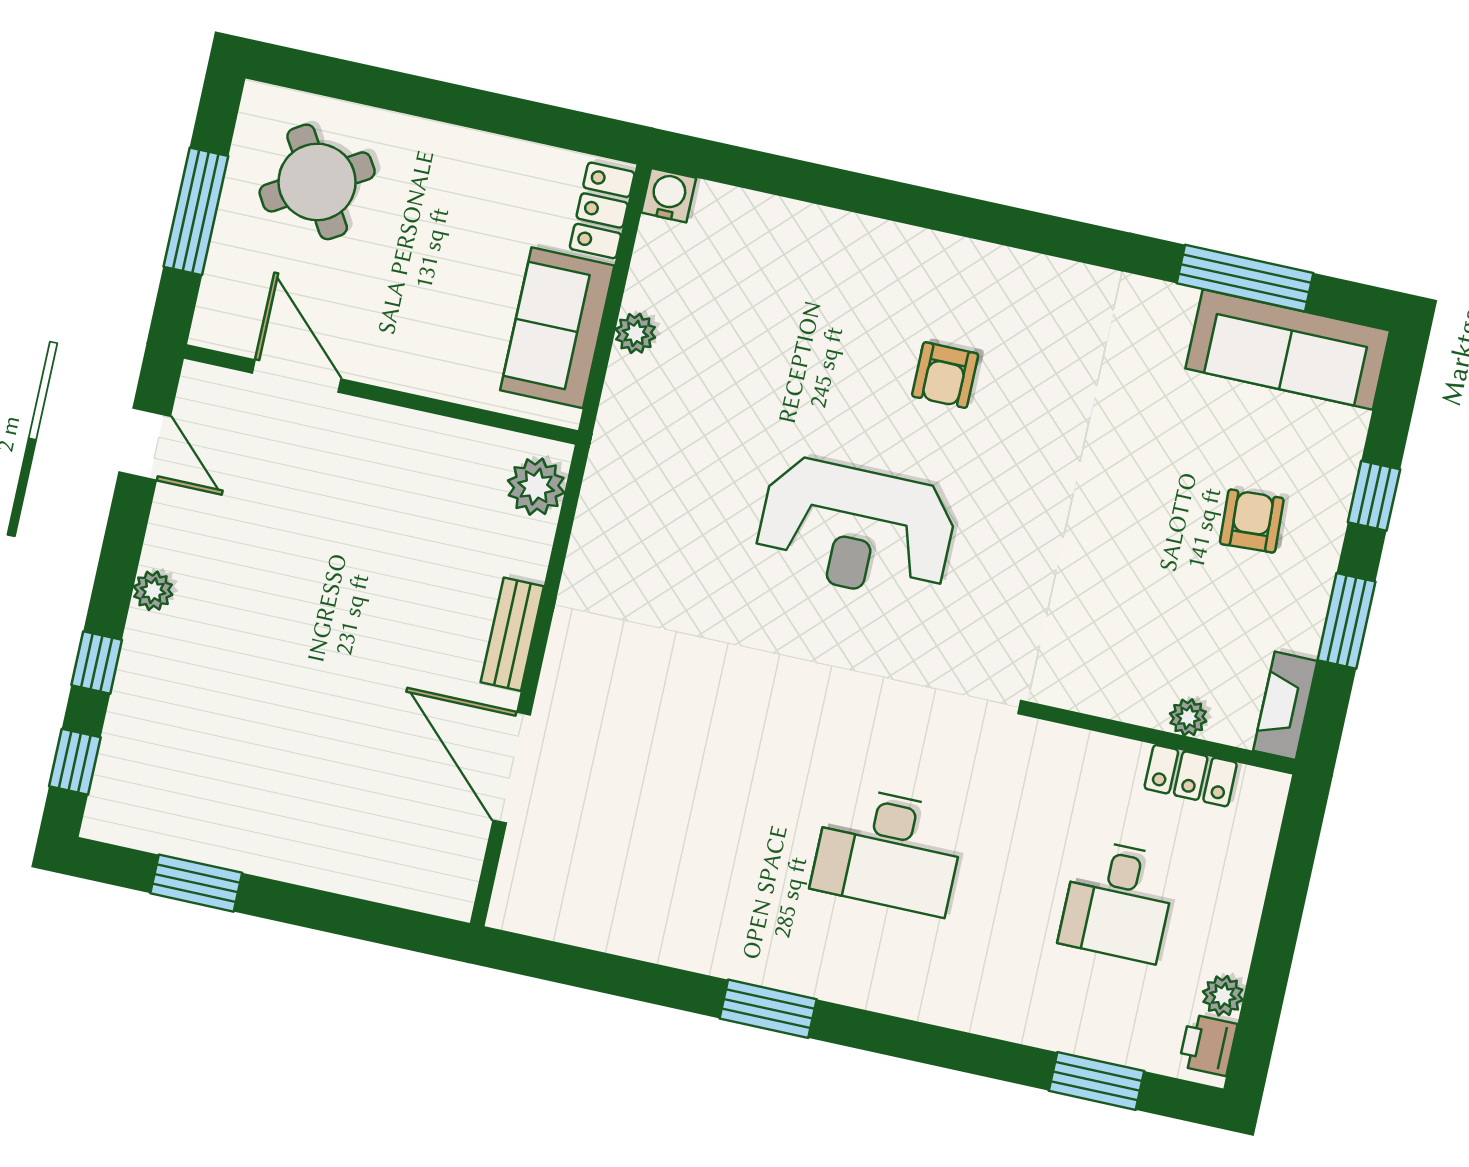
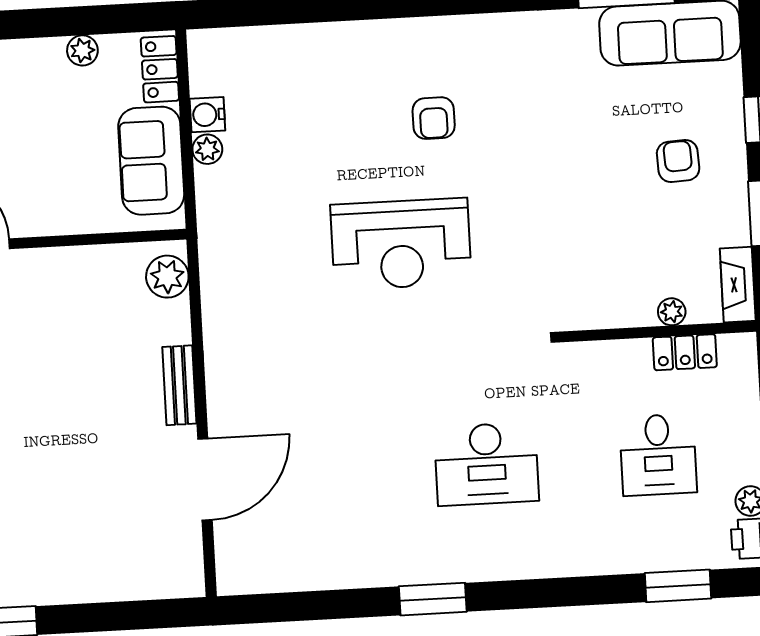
plant: (507, 157) -> (82, 50), added
water cooler: (669, 195) -> (207, 115), moved, turned -90
door: (512, 768) -> (205, 479), swing flipped

